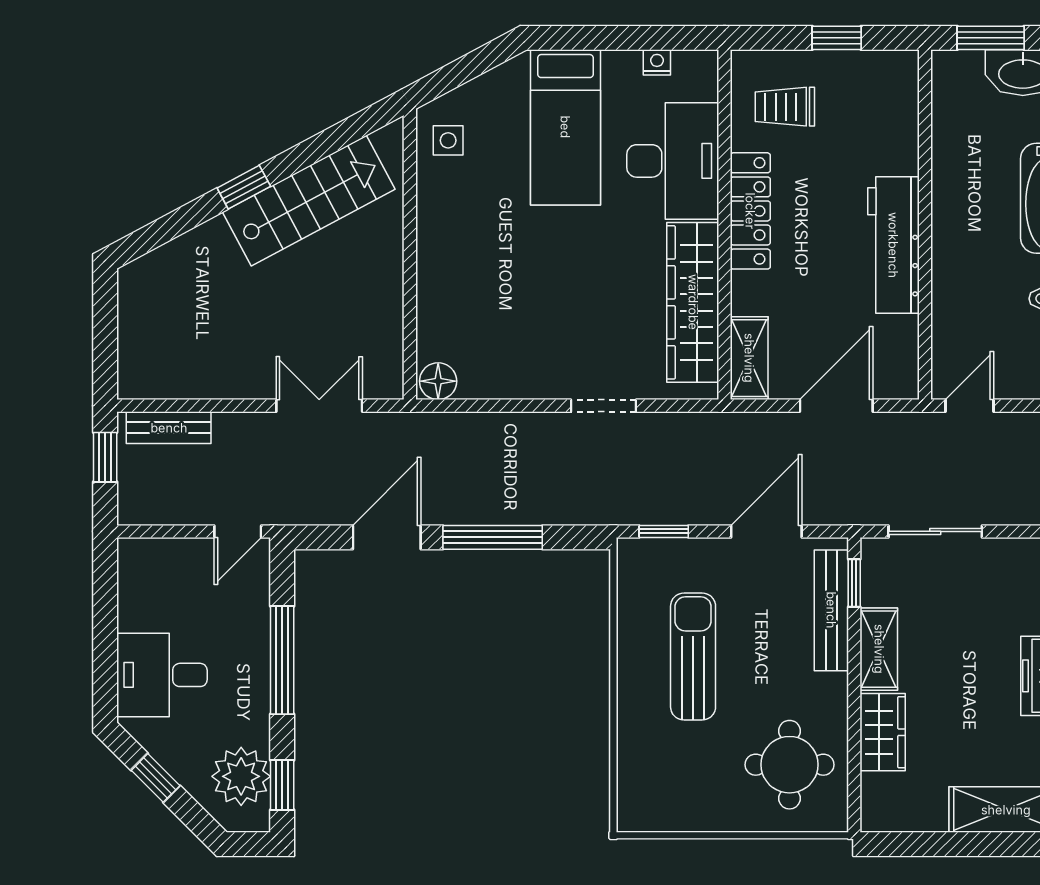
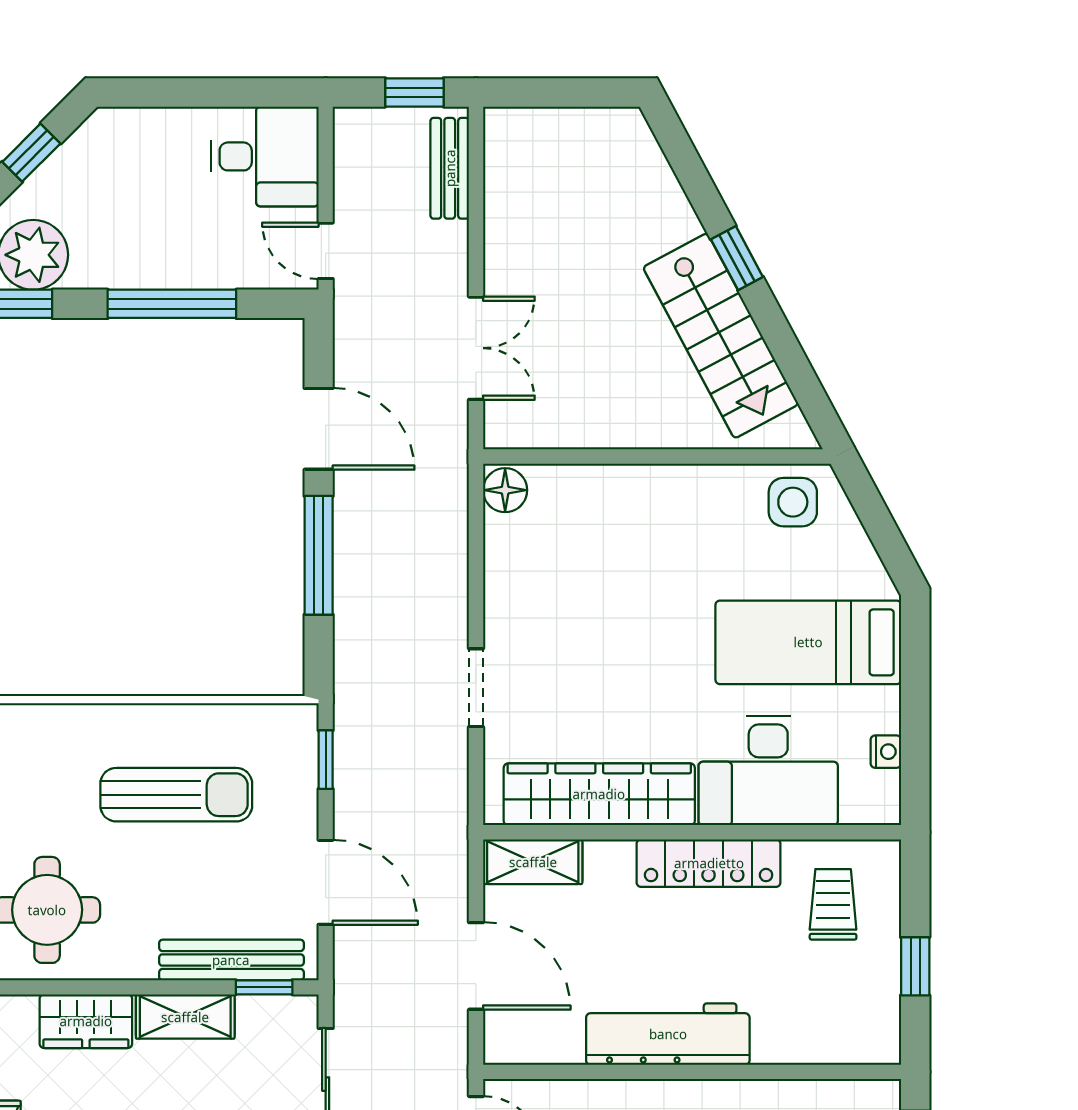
side table: (448, 140) -> (793, 502), width x1.37, depth x1.37
desk: (162, 675) -> (265, 156), moved, turned 90

